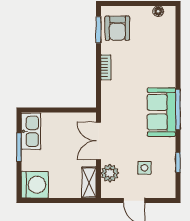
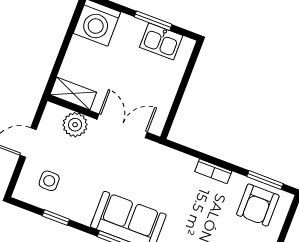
armchair: (117, 28) -> (258, 205), turned -90
kitchen sink: (31, 131) -> (161, 41), width x0.73
side table: (144, 168) -> (49, 181), moved

